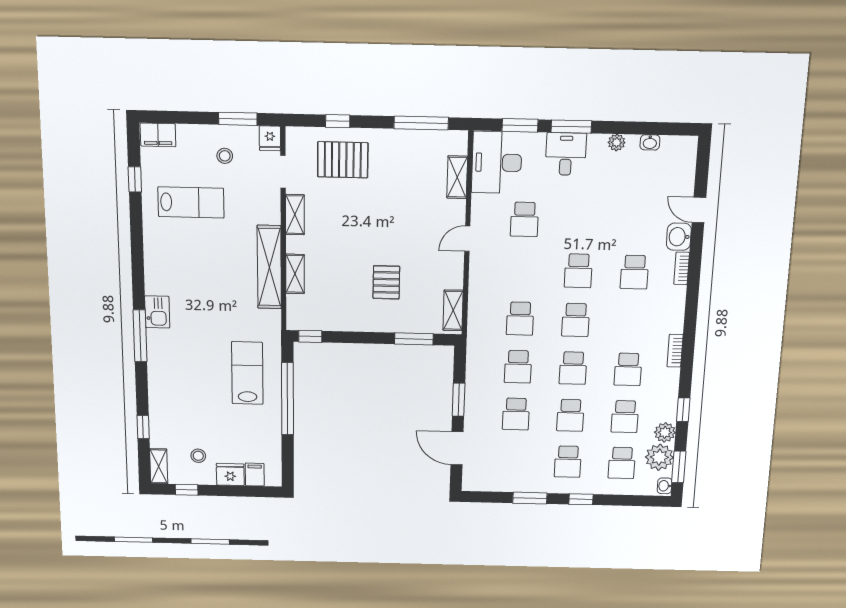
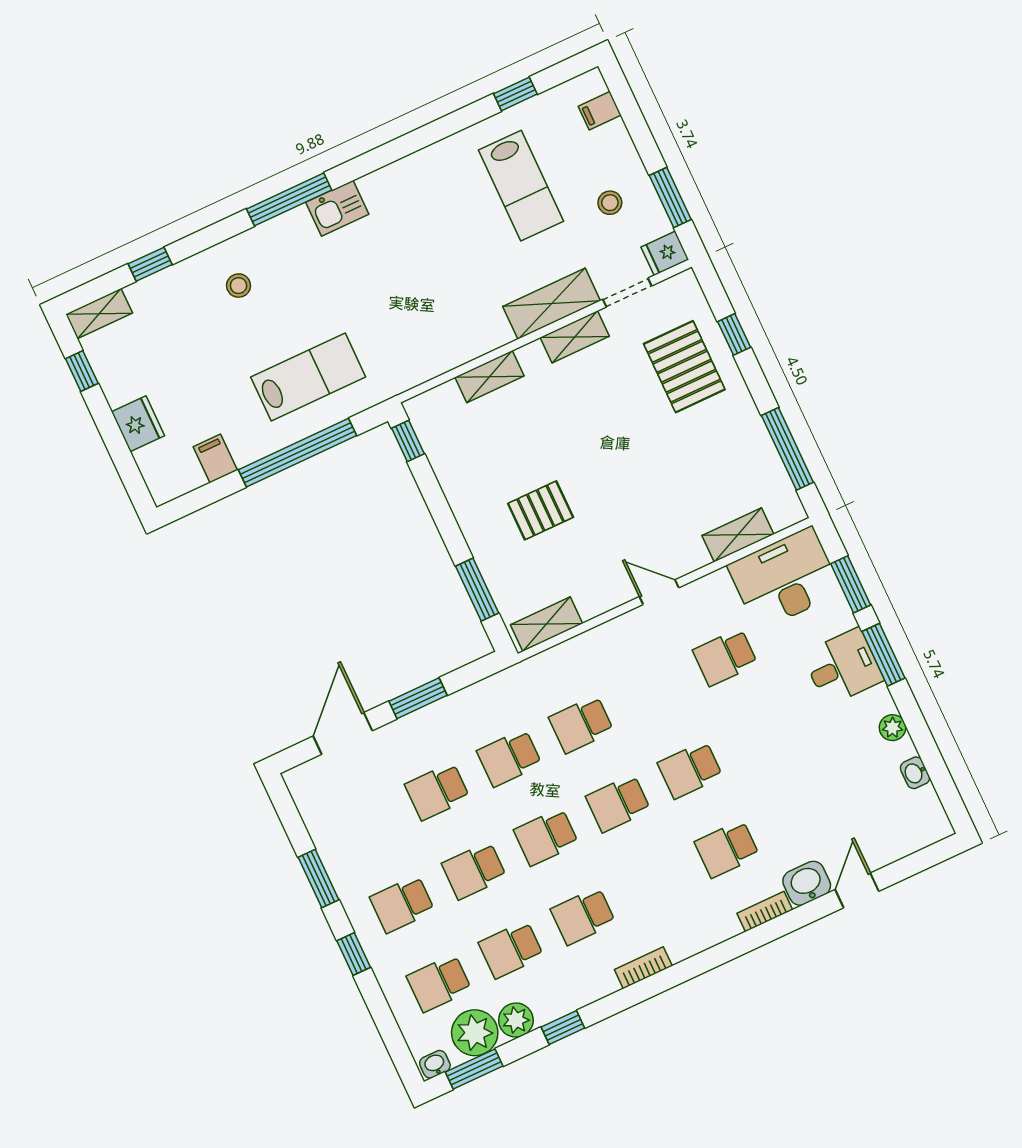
filing cabinet: (158, 135) -> (600, 111), width x0.50
shelving: (269, 267) -> (552, 304), moved, width x0.68
stool: (198, 456) -> (239, 286), moved
filing cabinet: (255, 475) -> (215, 458), moved, turned -90

